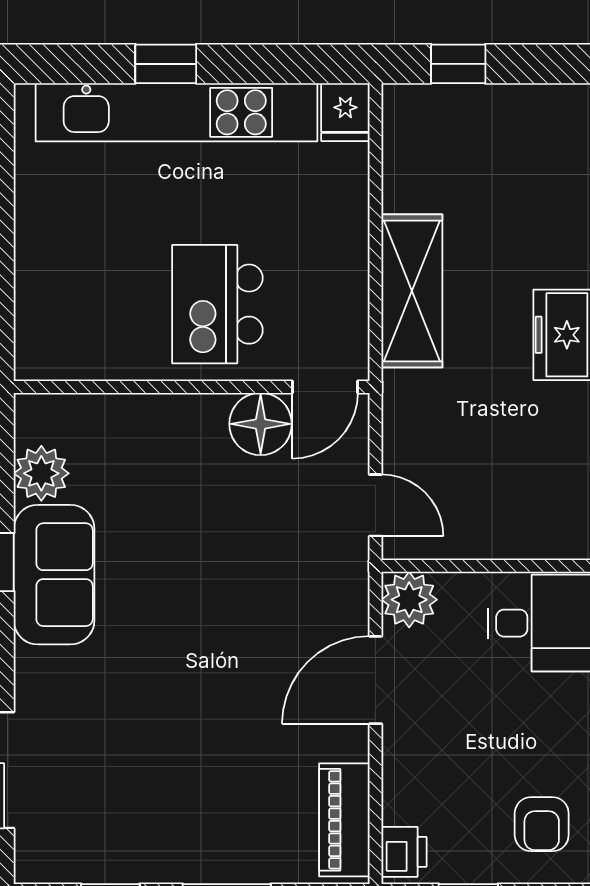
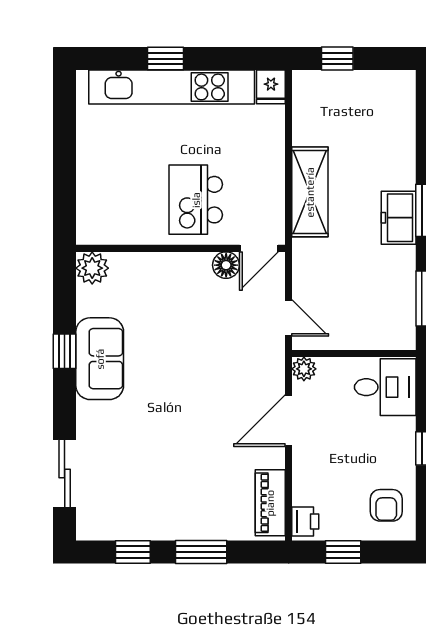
floor lamp: (261, 424) -> (226, 265), width x0.73, depth x0.73
plant: (41, 473) -> (92, 268), moved
plant: (409, 600) -> (304, 369), width x0.73, depth x0.73

